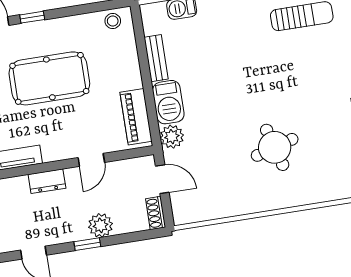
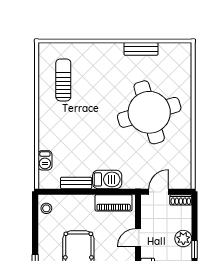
plant: (172, 137) -> (131, 181), removed
round table: (275, 147) -> (149, 112), width x1.86, depth x1.86
door: (91, 160) -> (138, 238), swing flipped

